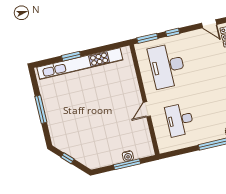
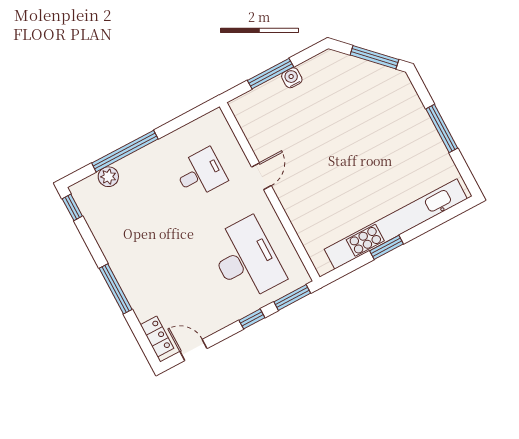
window: (71, 56) -> (387, 247), moved
desk: (180, 120) -> (201, 173), width x0.73
water cooler: (128, 156) -> (292, 78), moved
window: (67, 158) -> (374, 57), width x2.17

